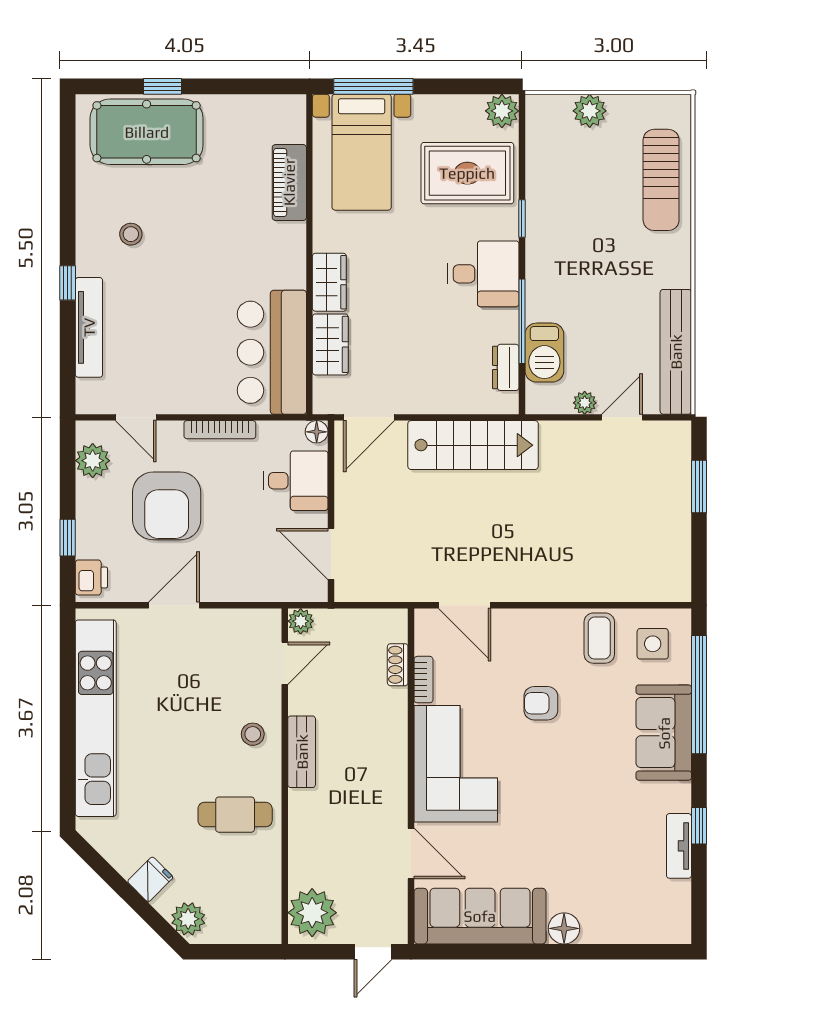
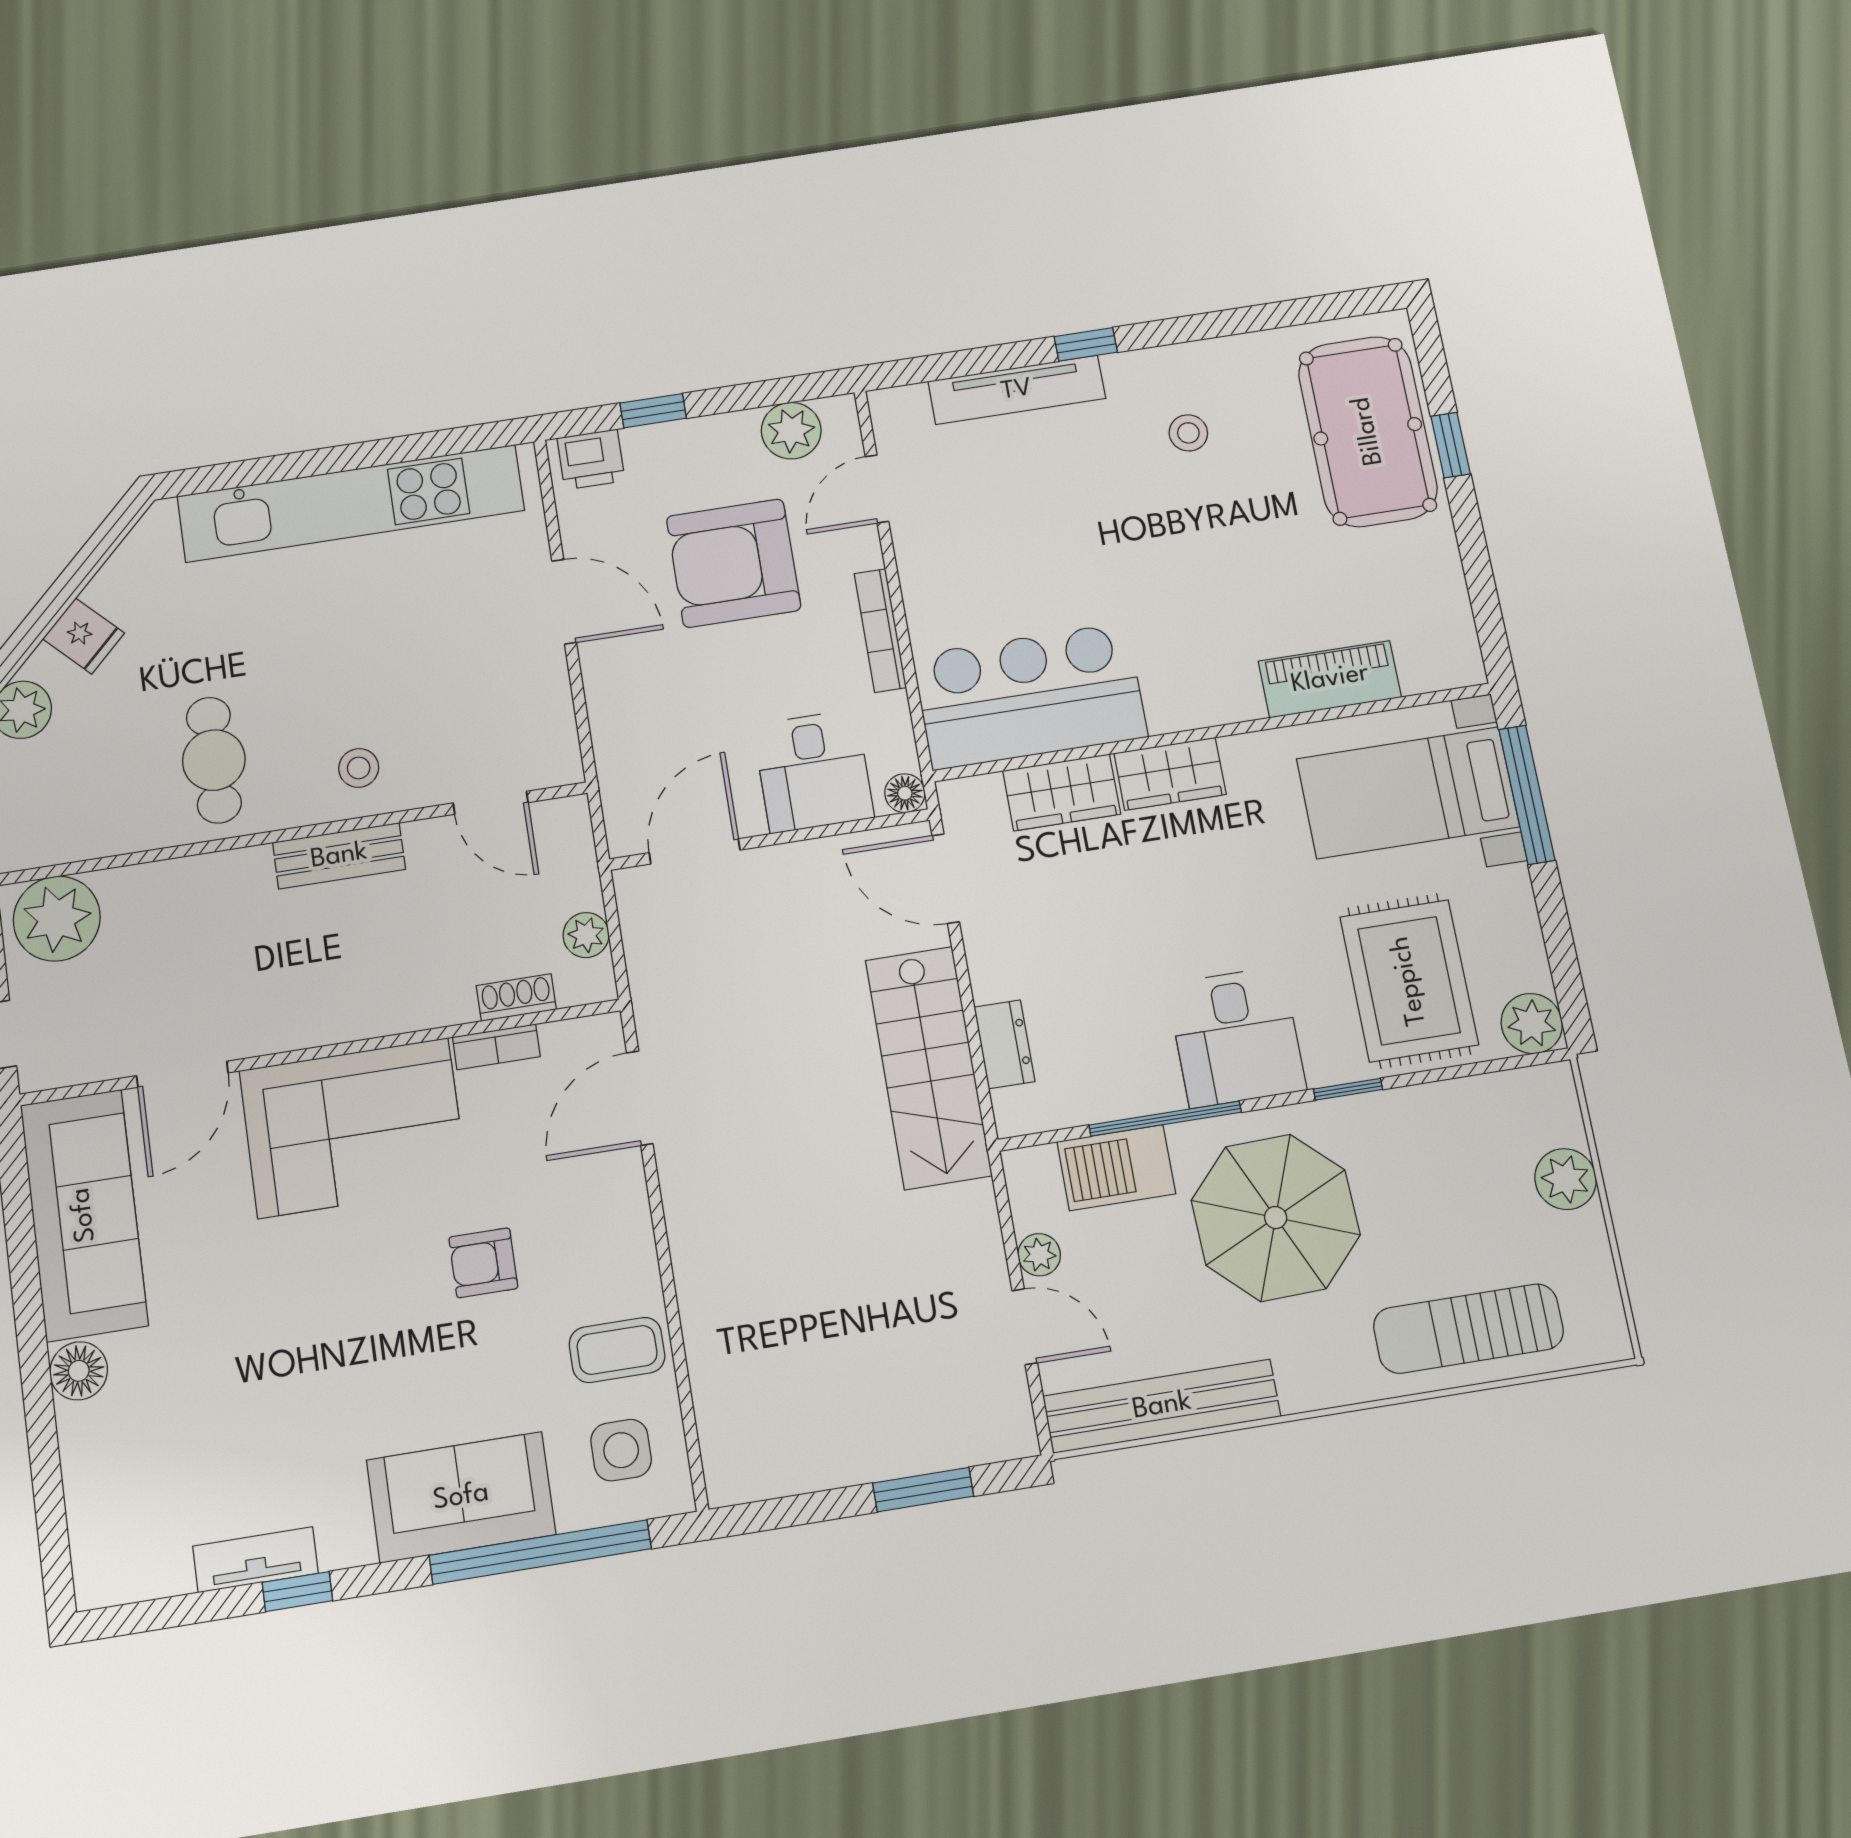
parasol: (585, 272) -> (1276, 1218), added
dresser: (506, 367) -> (1004, 1044), moved, turned 90
plant: (301, 621) -> (586, 935), moved
armchair: (541, 703) -> (483, 1263), turned -90

